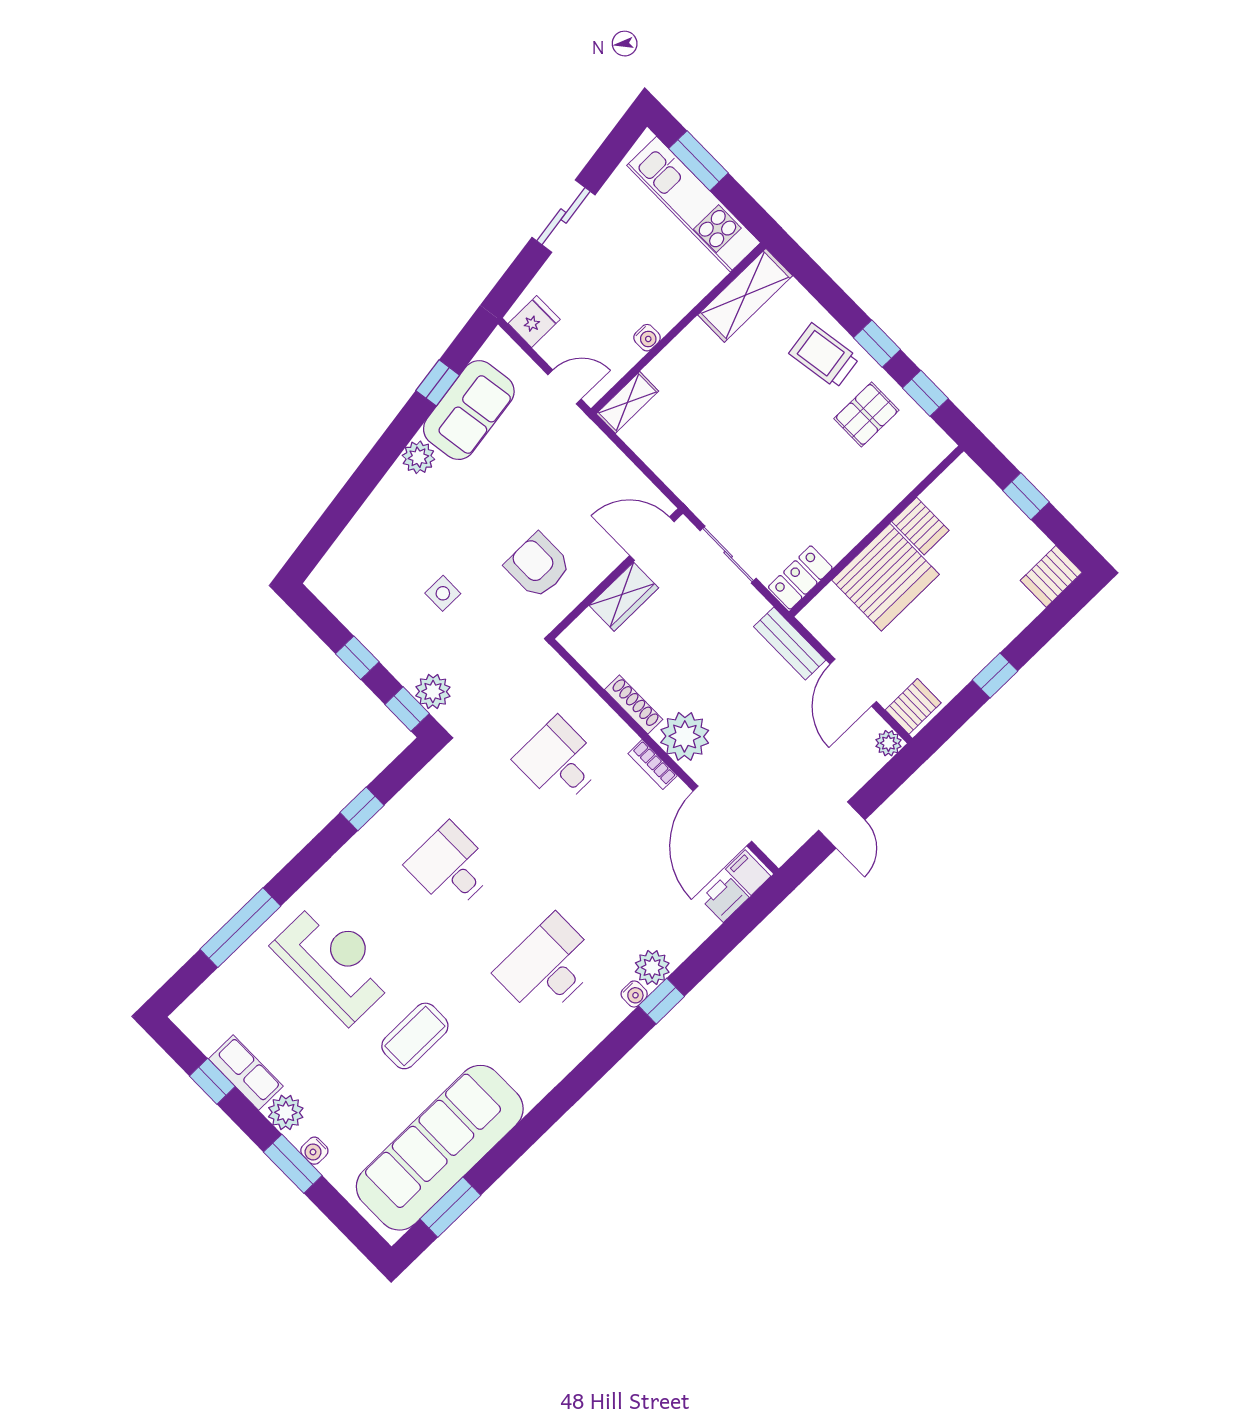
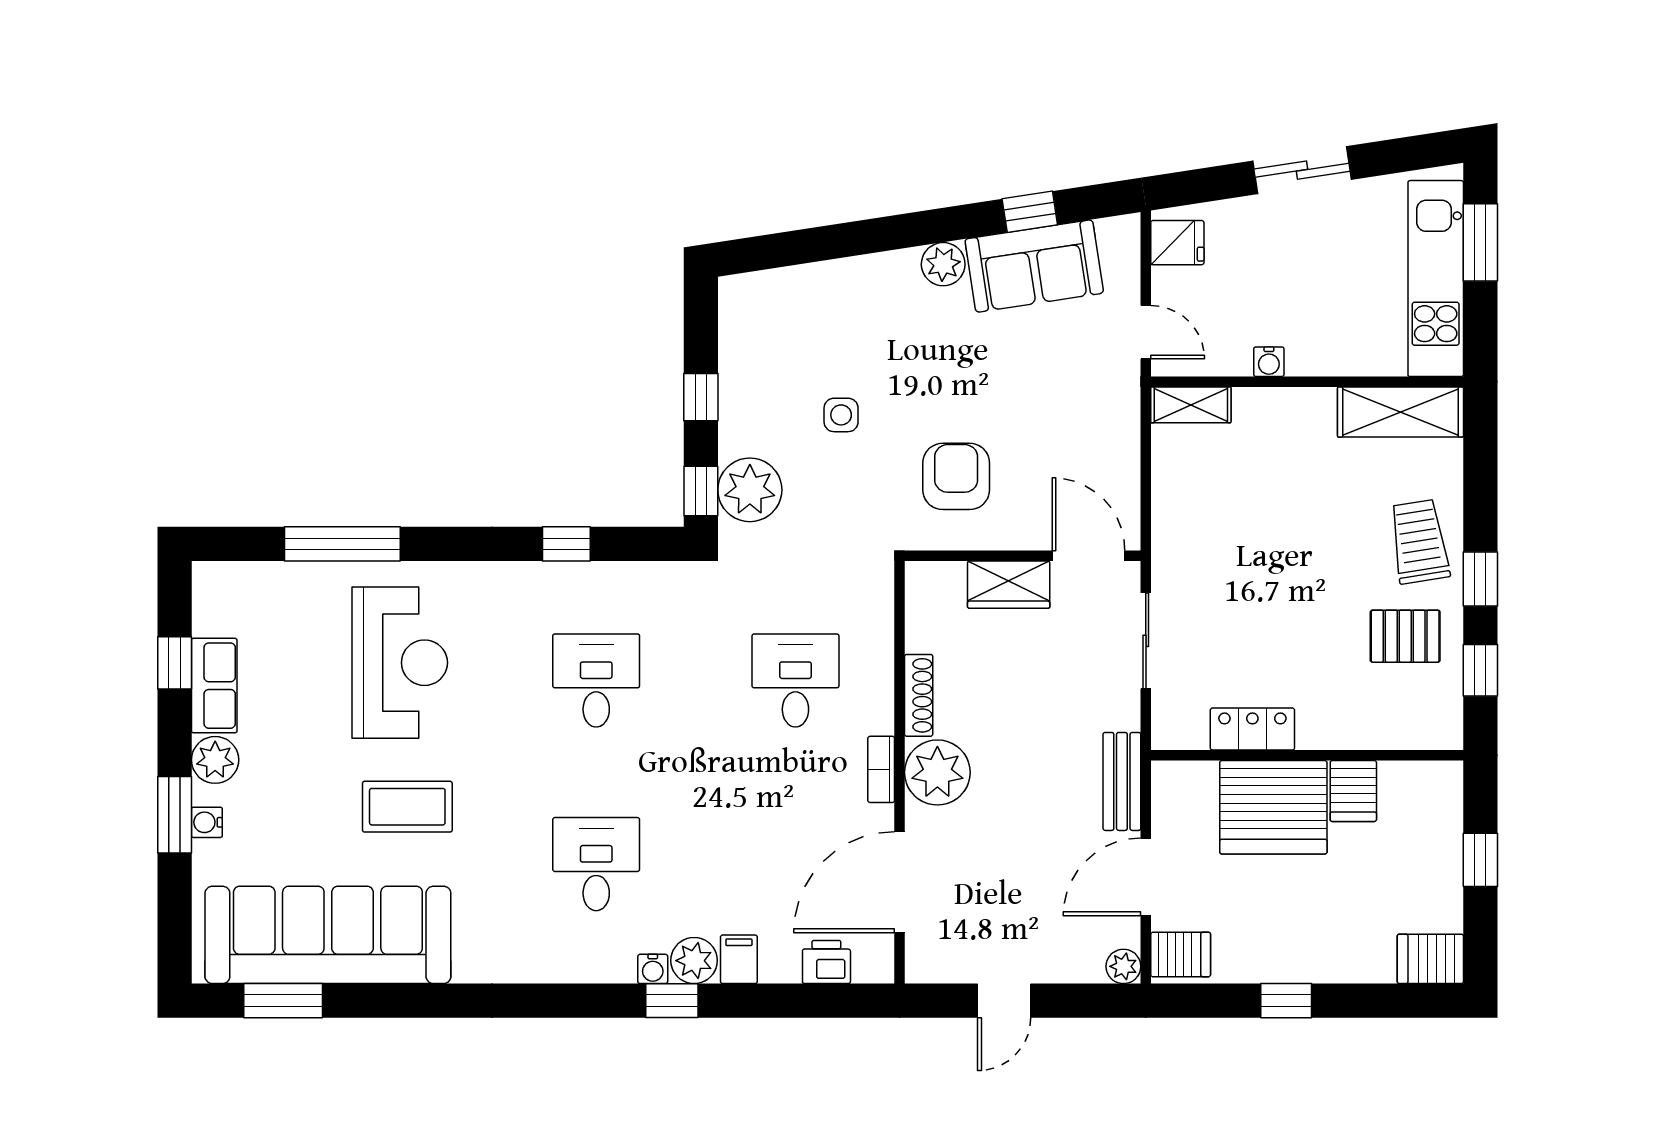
locker: (800, 577) -> (1252, 729), moved
plant: (433, 691) -> (750, 490), width x1.36, depth x1.36
filing cabinet: (748, 873) -> (739, 959), moved
desk: (548, 967) -> (596, 864), width x0.73

